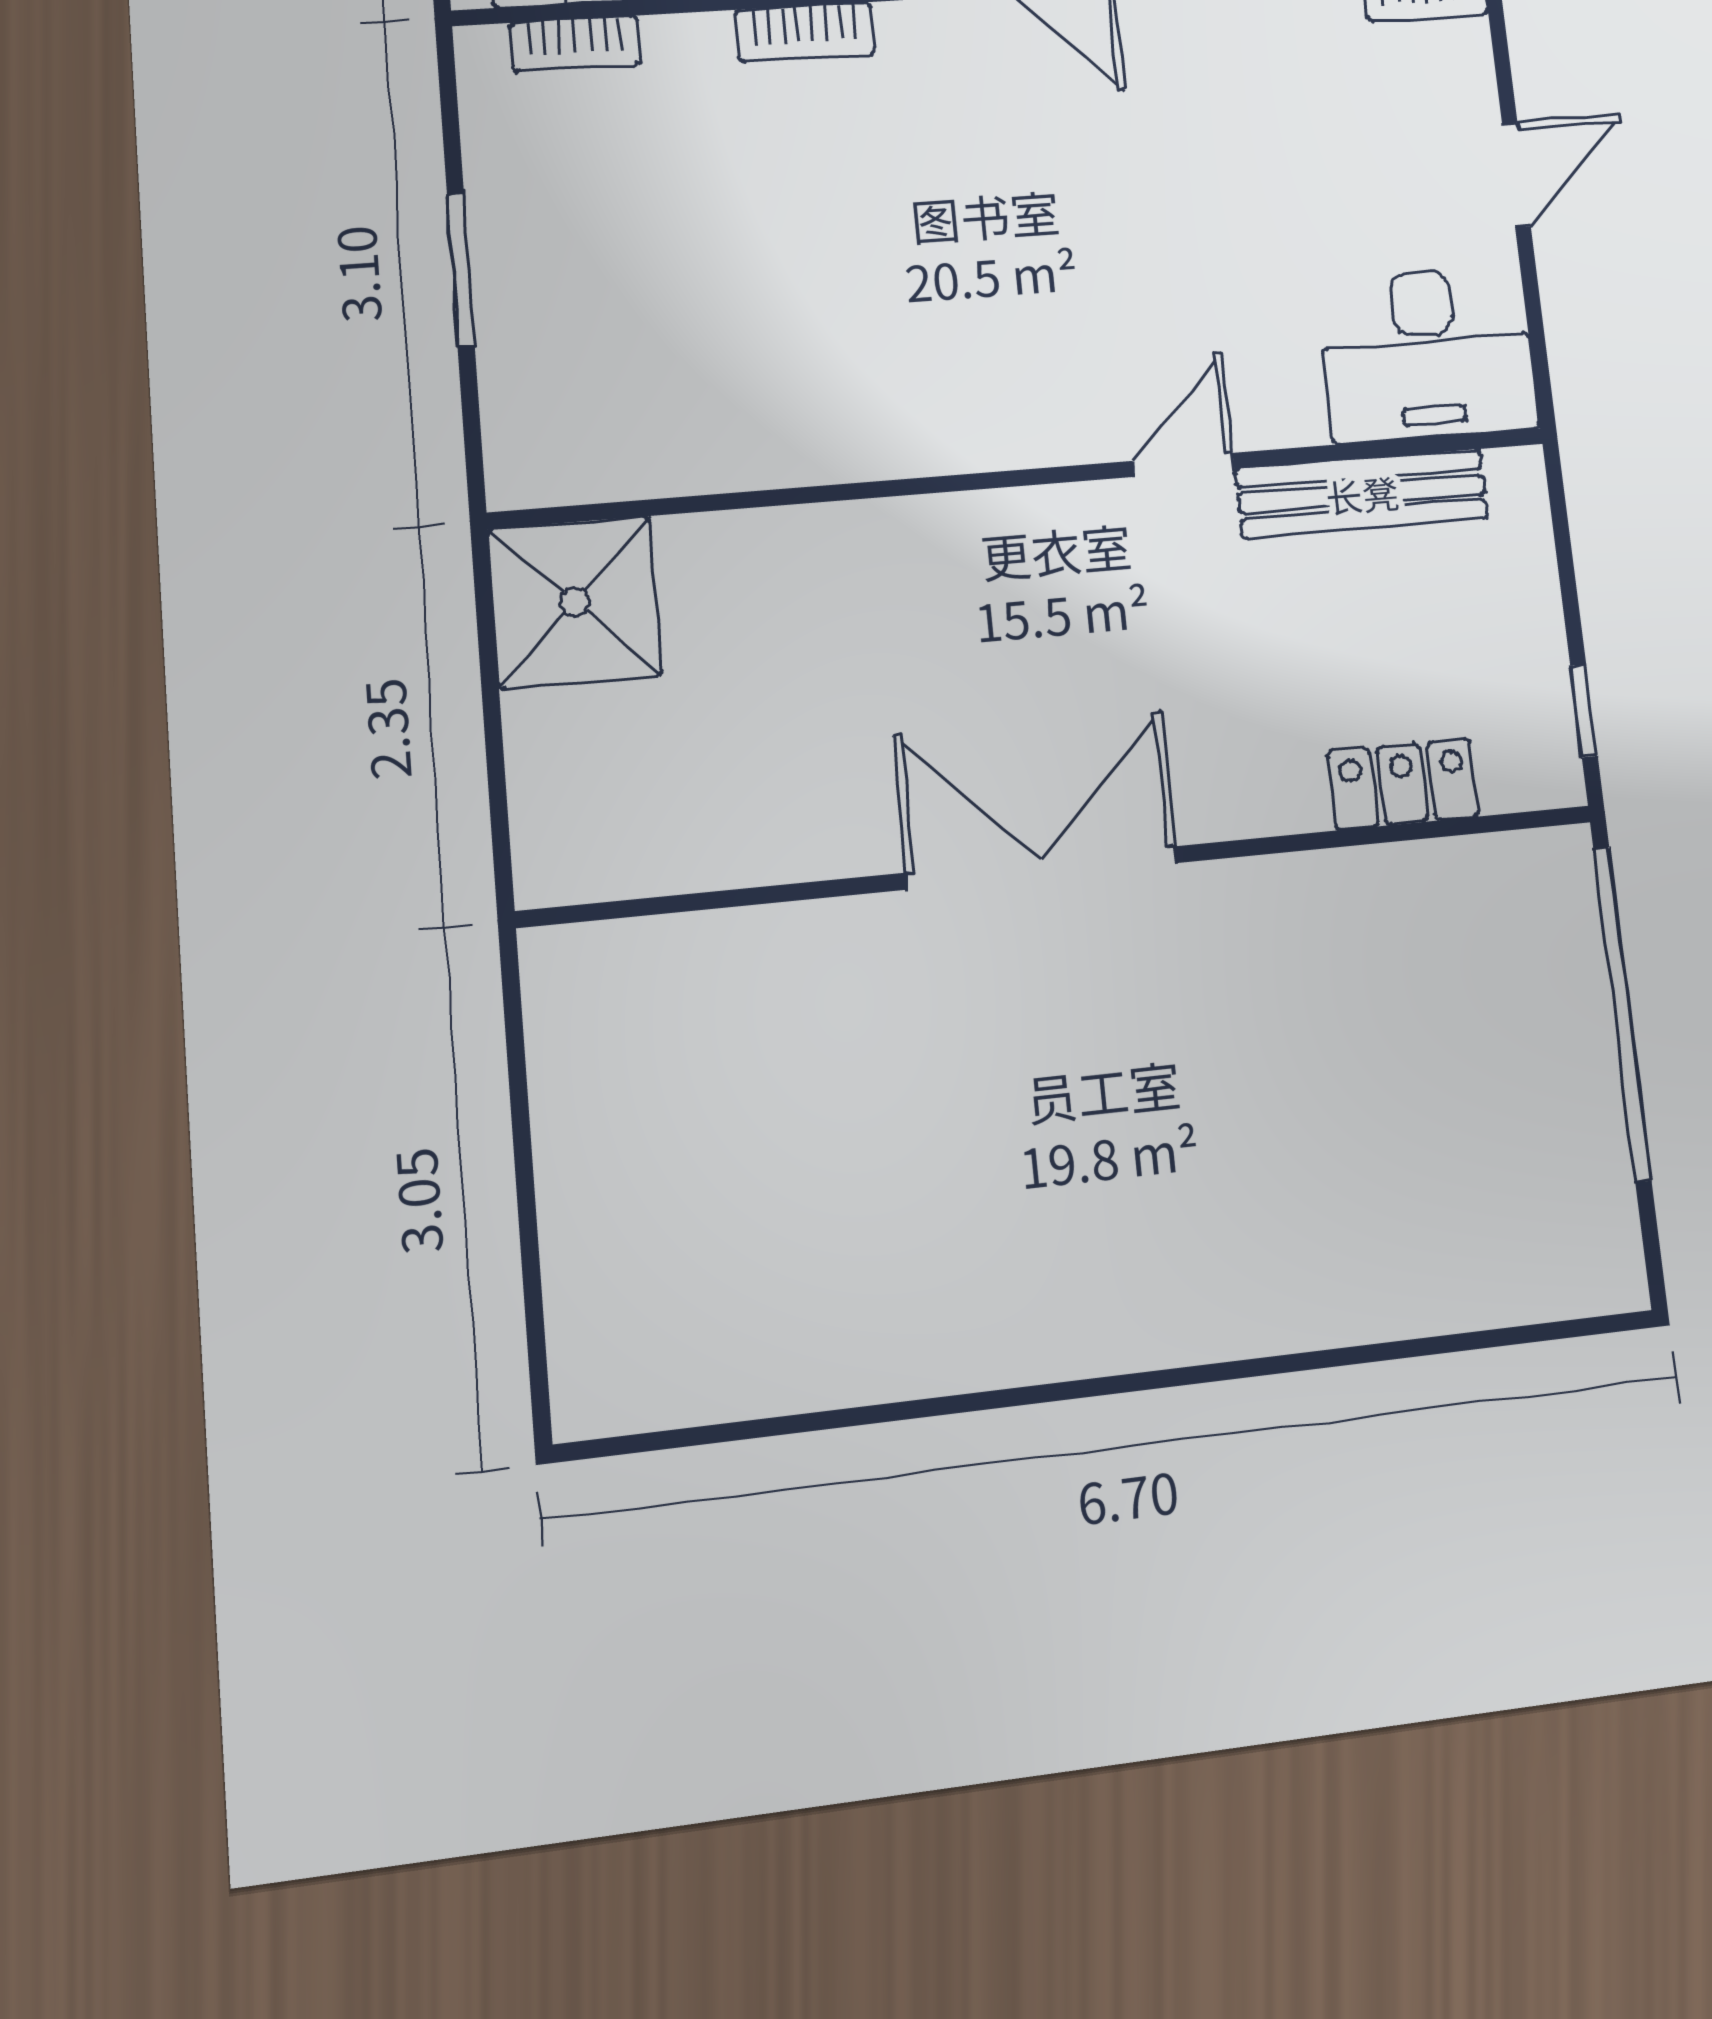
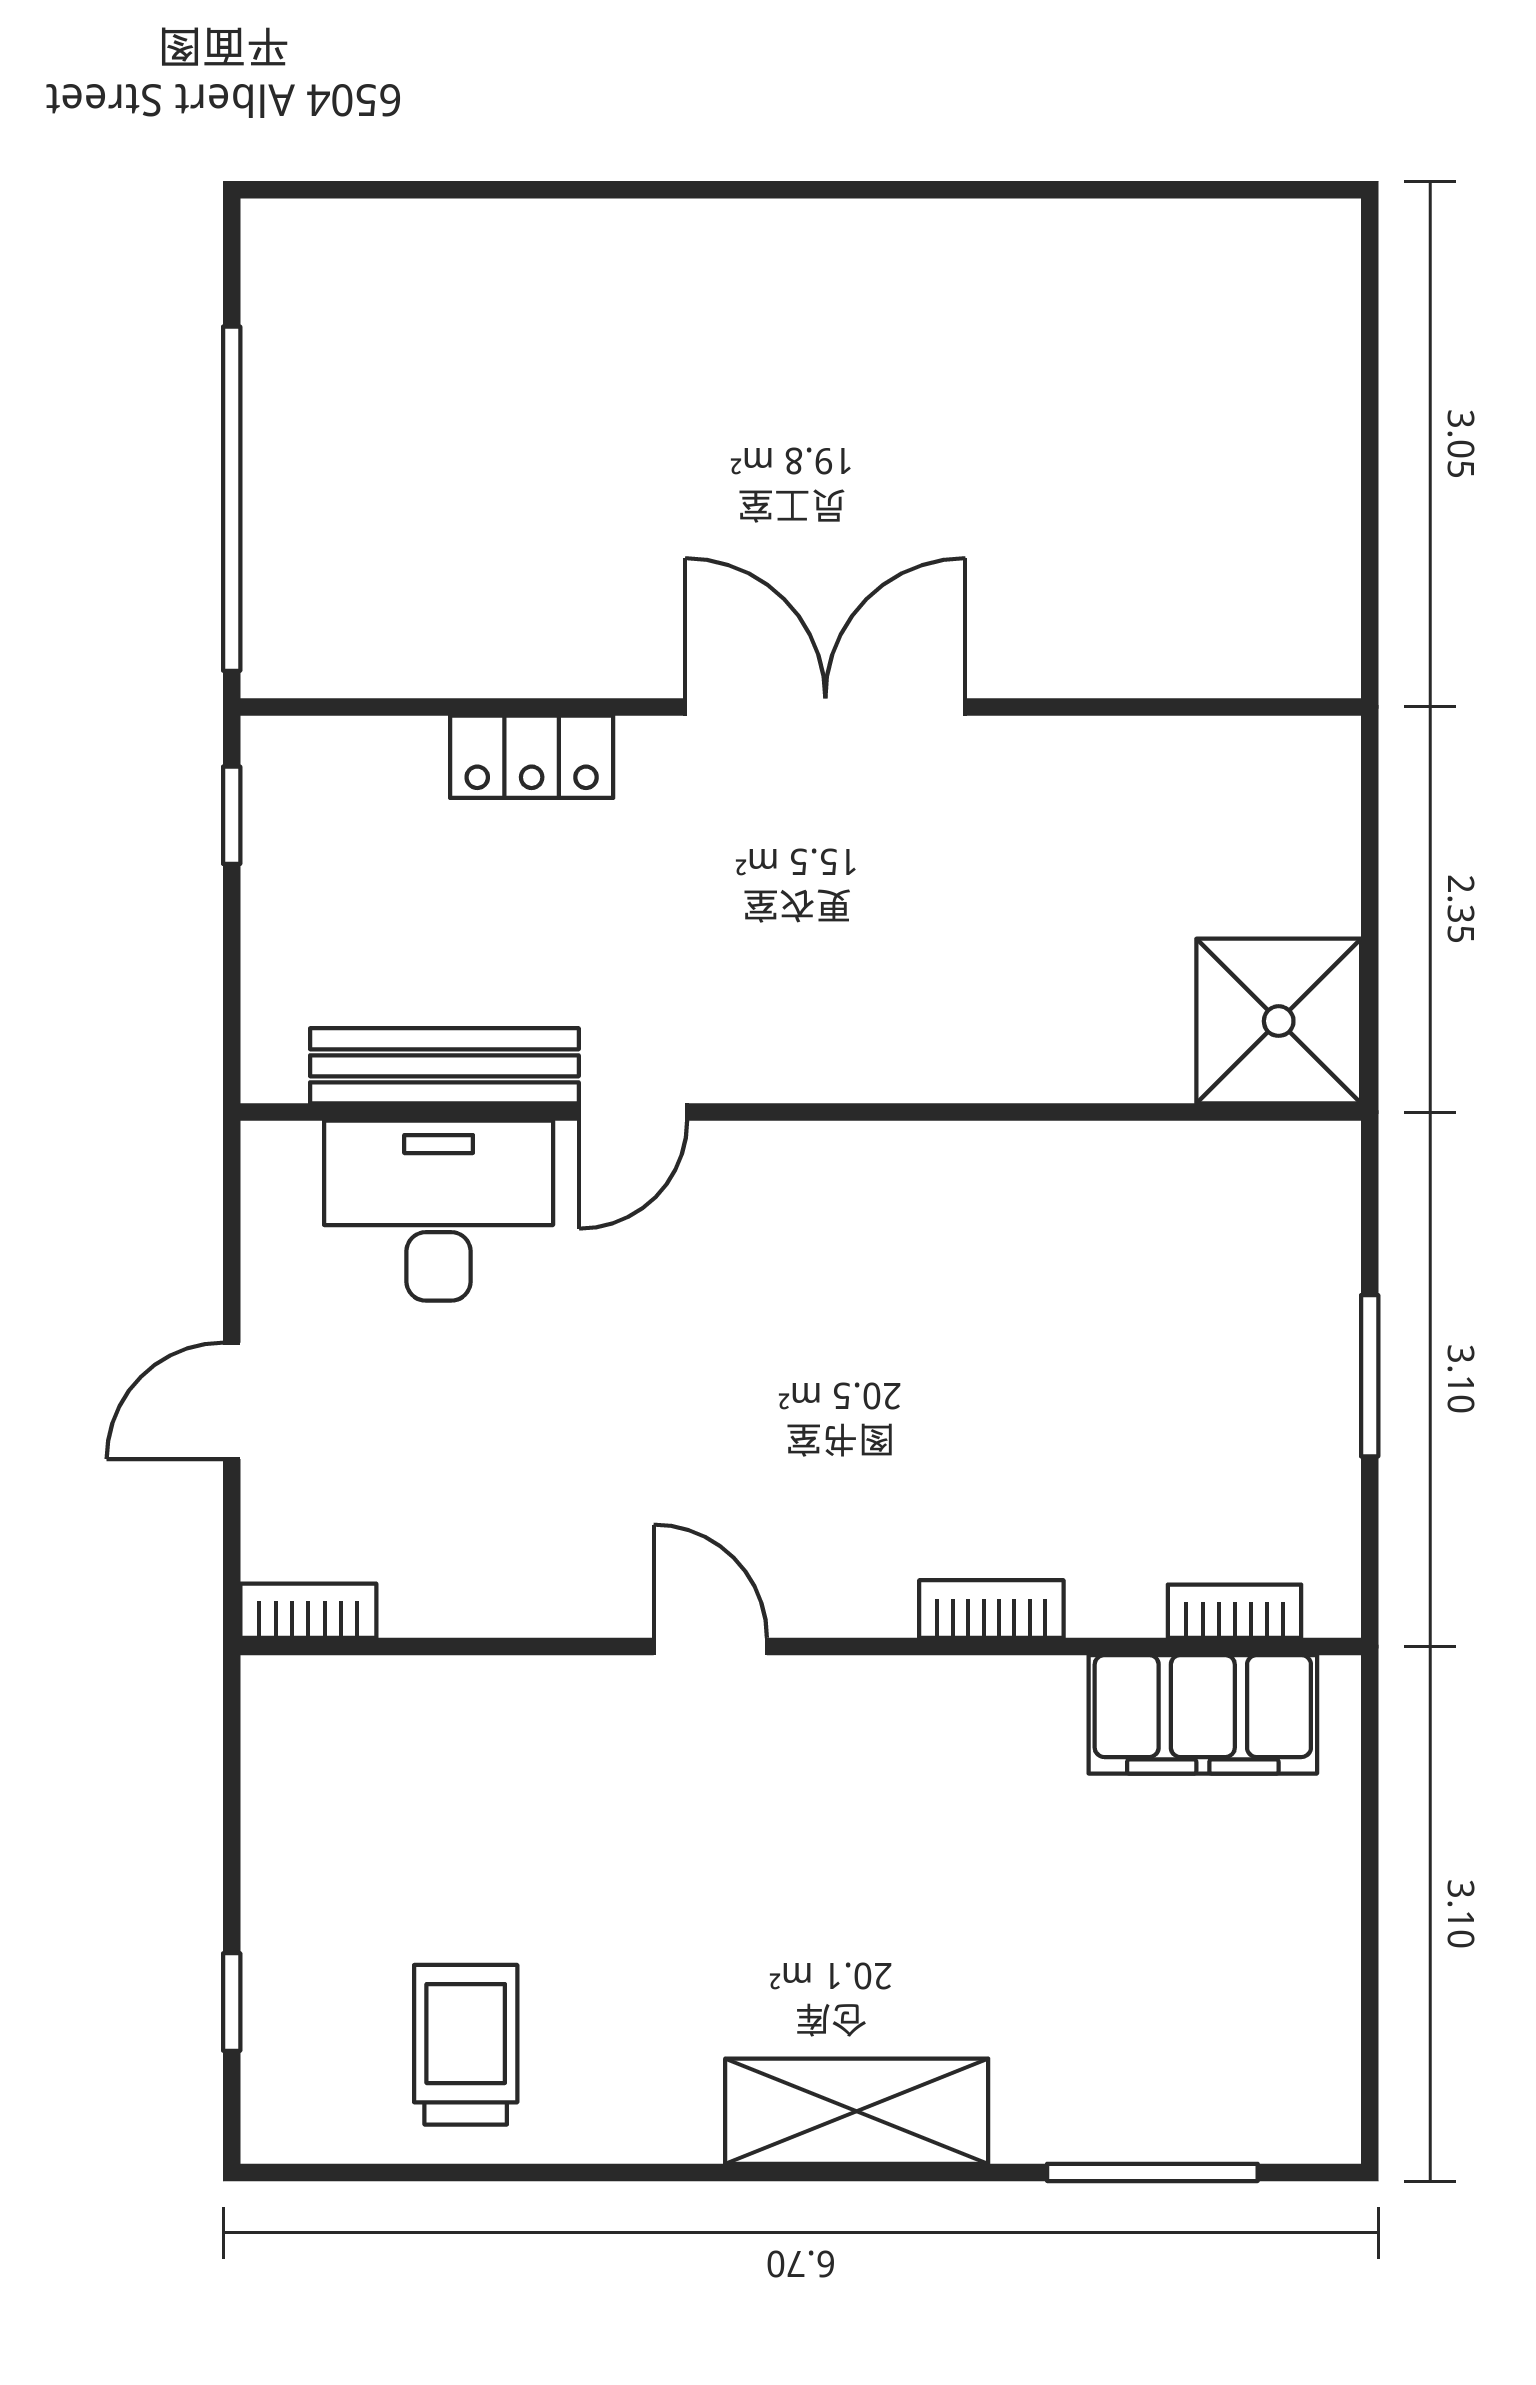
desk: (1427, 354) -> (439, 1211), moved
locker: (1403, 784) -> (532, 757), moved
double door: (1042, 868) -> (825, 707), swing flipped

